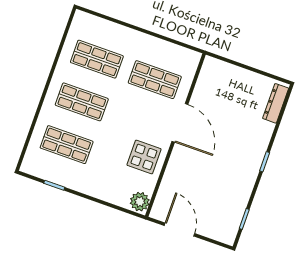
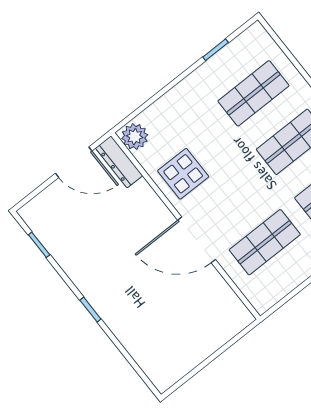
dresser: (276, 103) -> (119, 162), moved, turned 180

